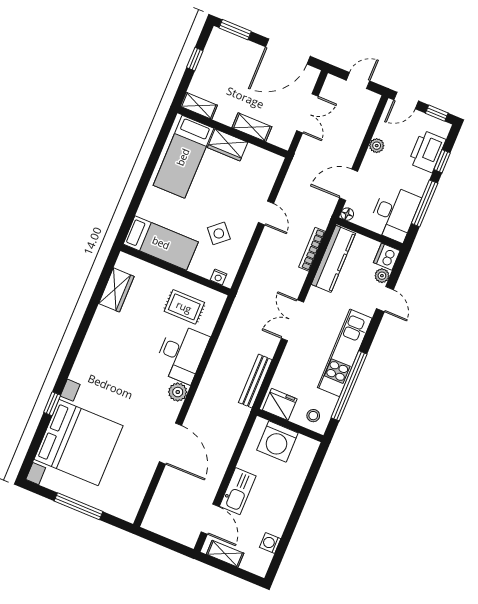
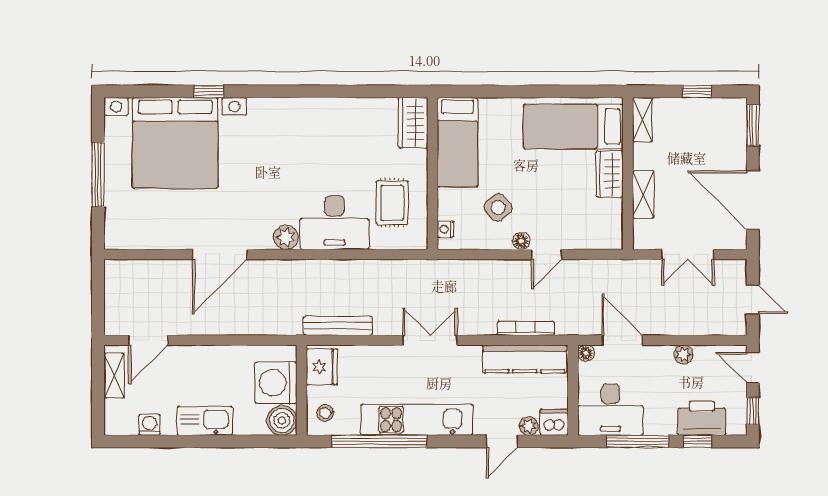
floor lamp: (249, 227) -> (521, 241), added
wardrobe: (116, 290) -> (413, 123), moved, turned 90
boiler: (306, 448) -> (282, 420), added
kitchen sink: (238, 491) -> (205, 421), moved, turned 180

